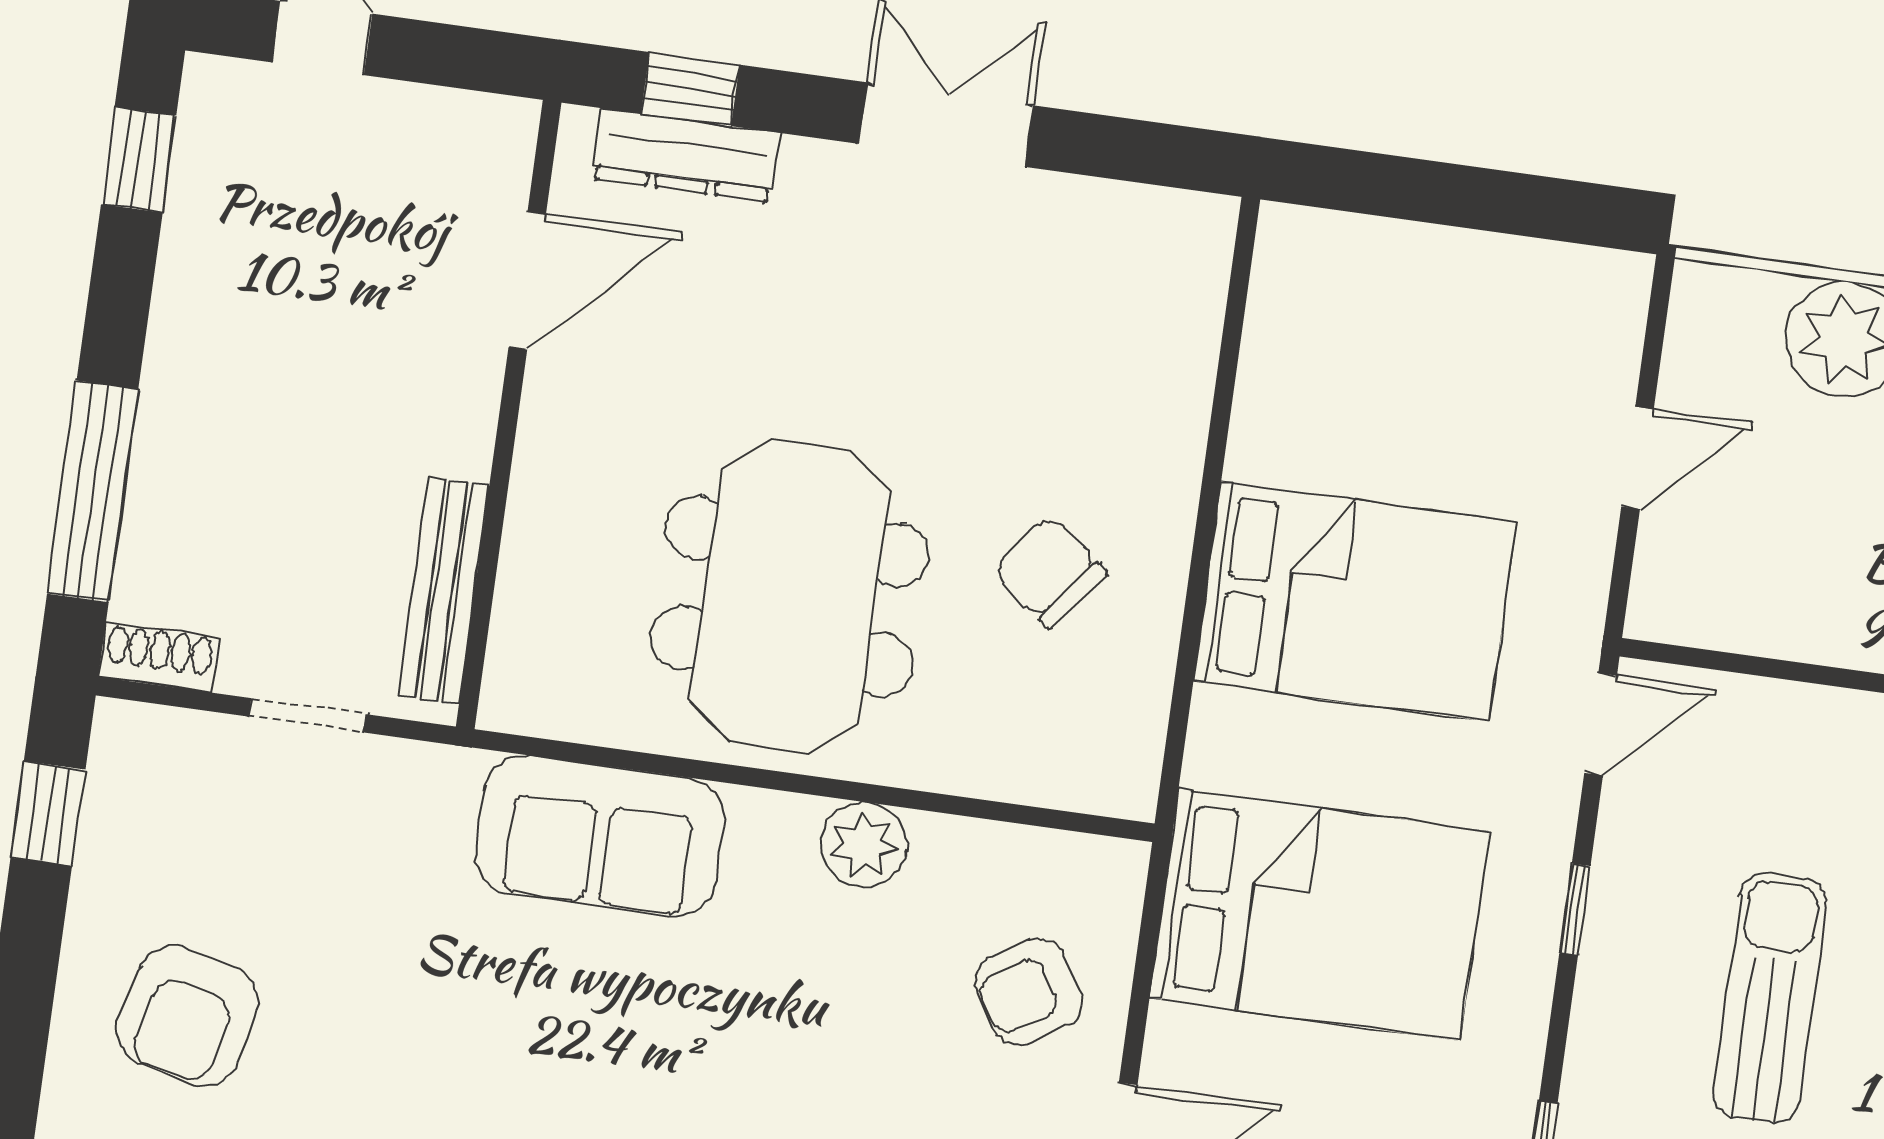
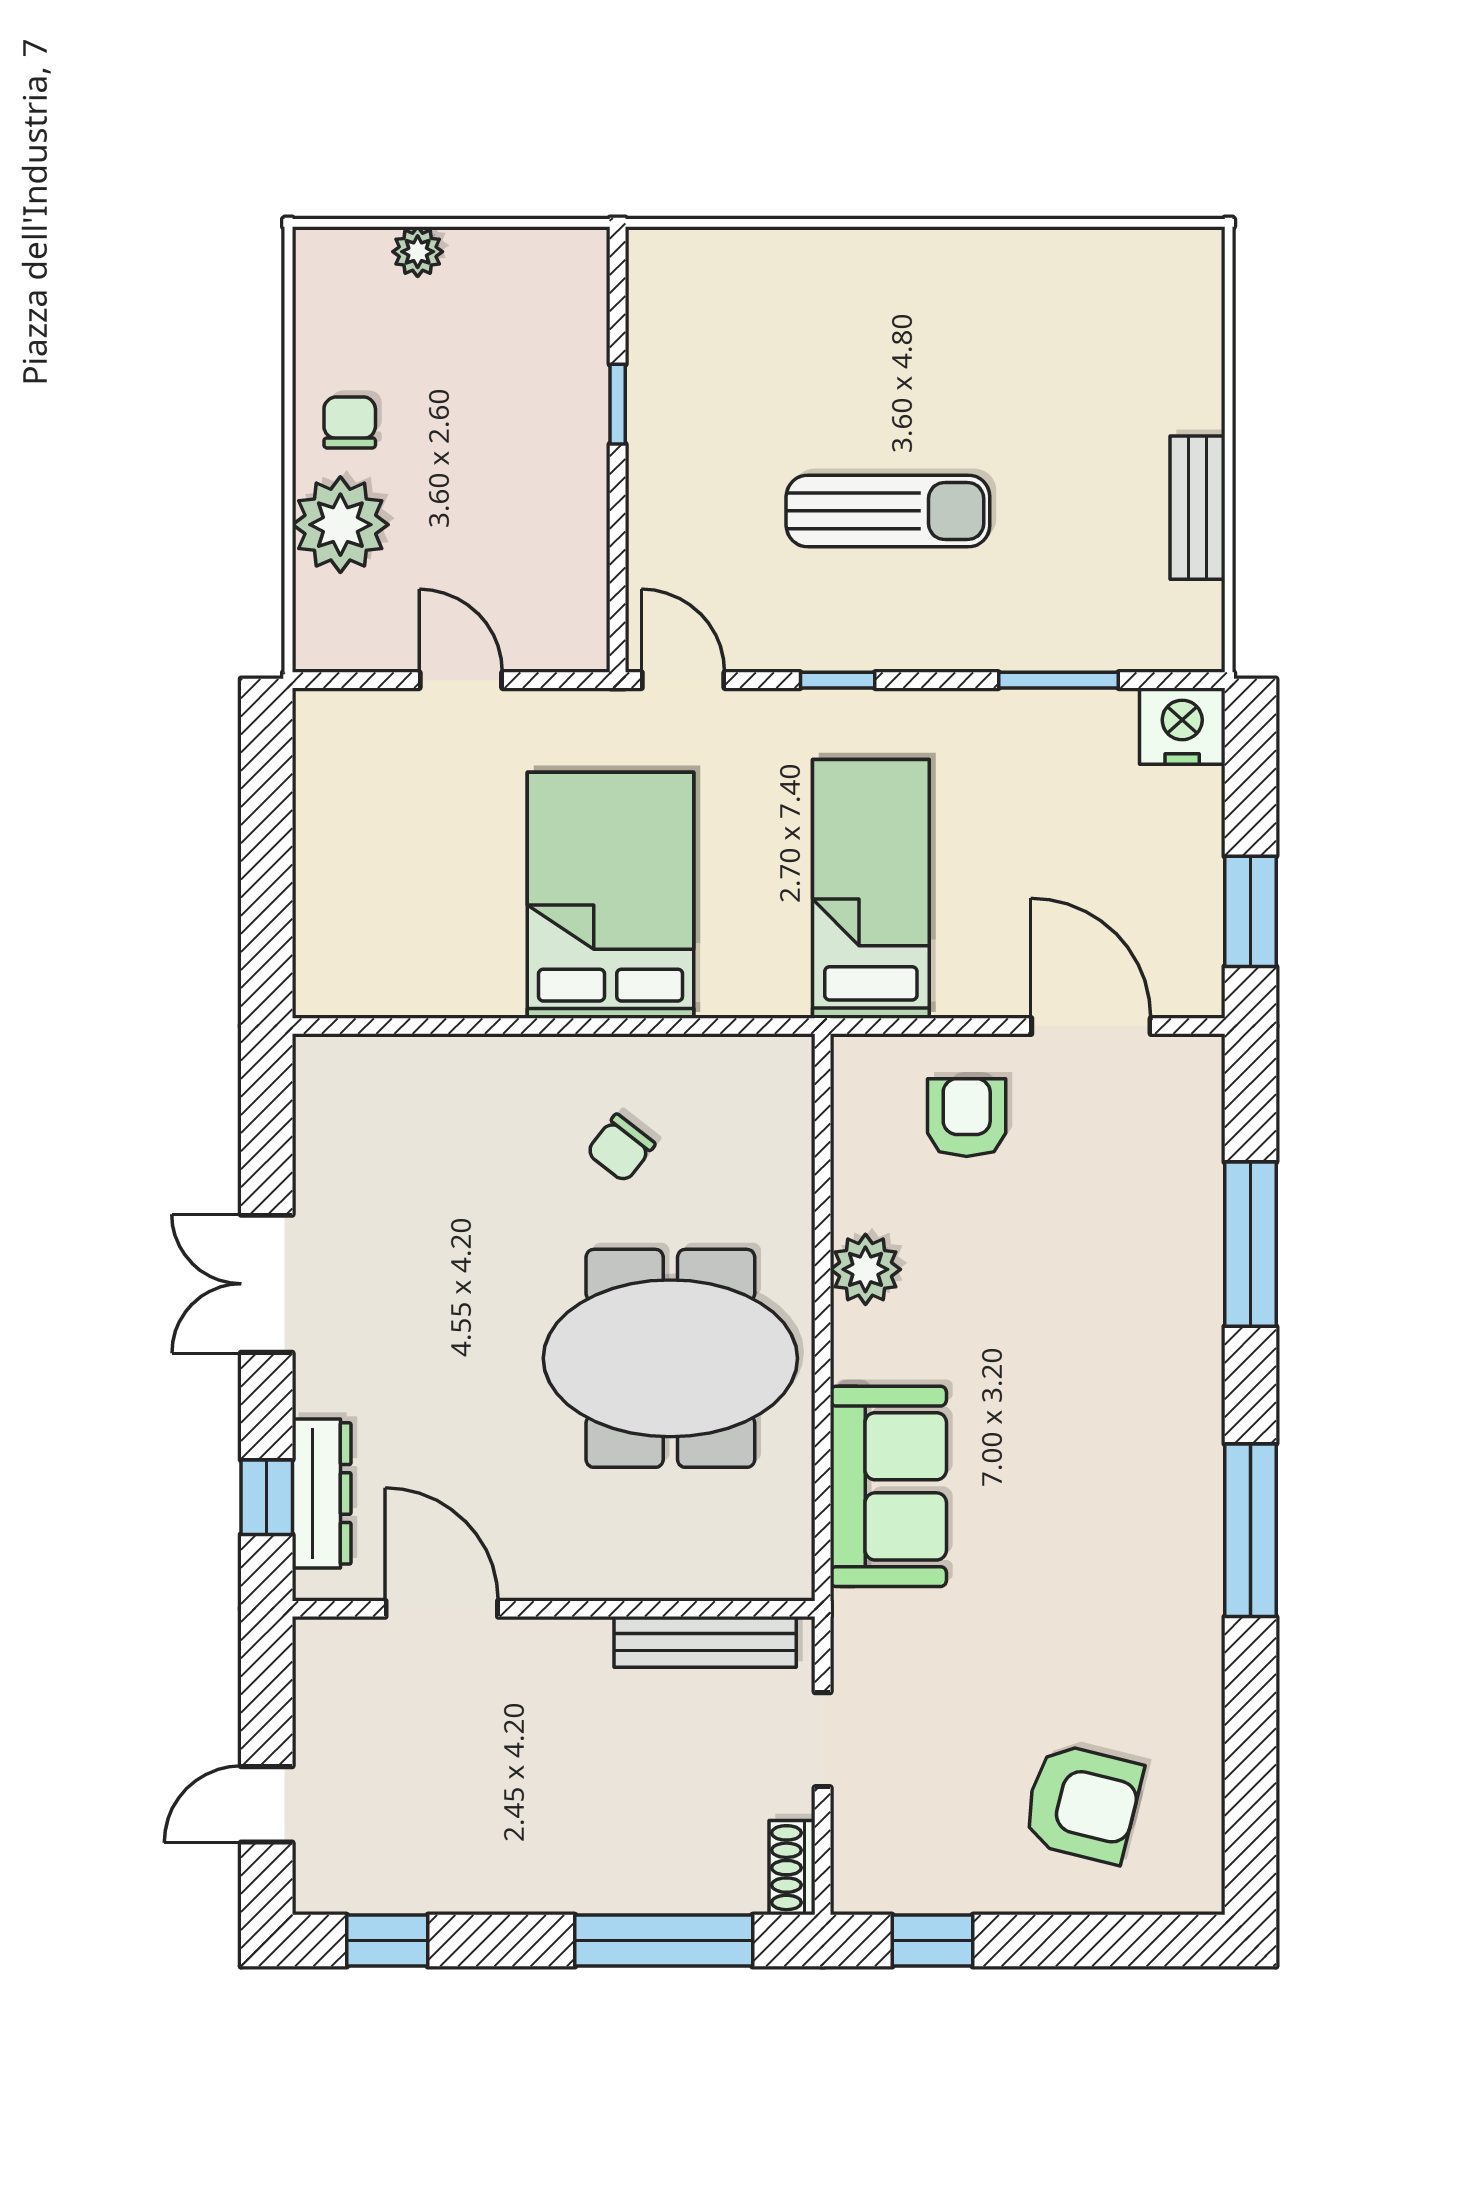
chair: (1050, 572) -> (621, 1148), width x0.73, depth x0.73
bed: (1319, 915) -> (871, 889), width x0.67
armchair: (1029, 992) -> (967, 1118), turned -148
sun lounger: (1769, 998) -> (888, 511), turned 180

